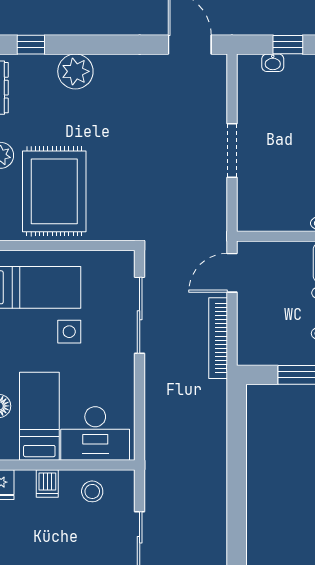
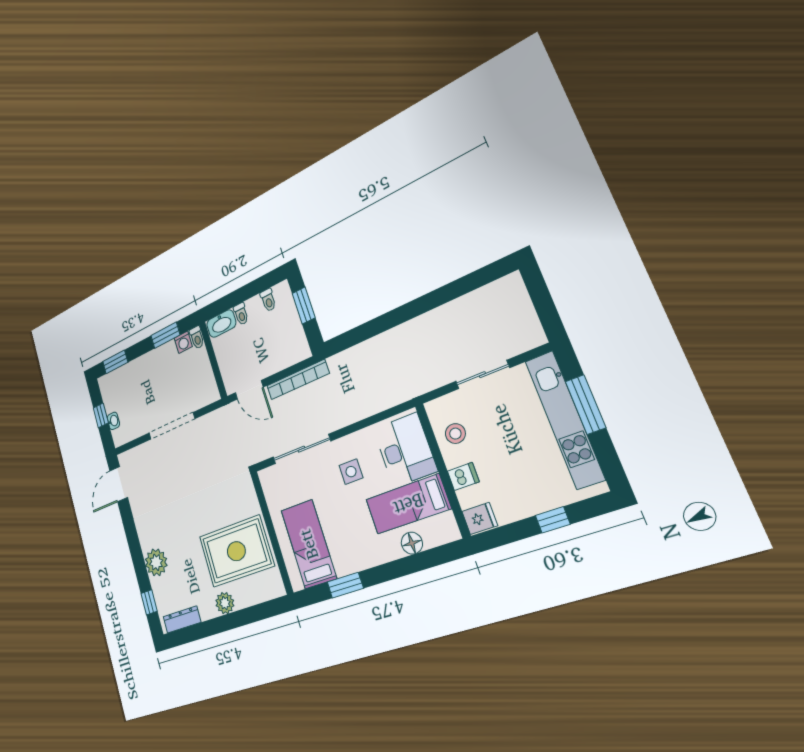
doorway: (232, 151) -> (172, 426), width x1.36
side table: (69, 332) -> (351, 472), moved

